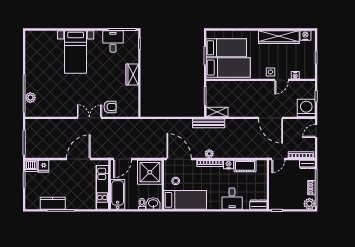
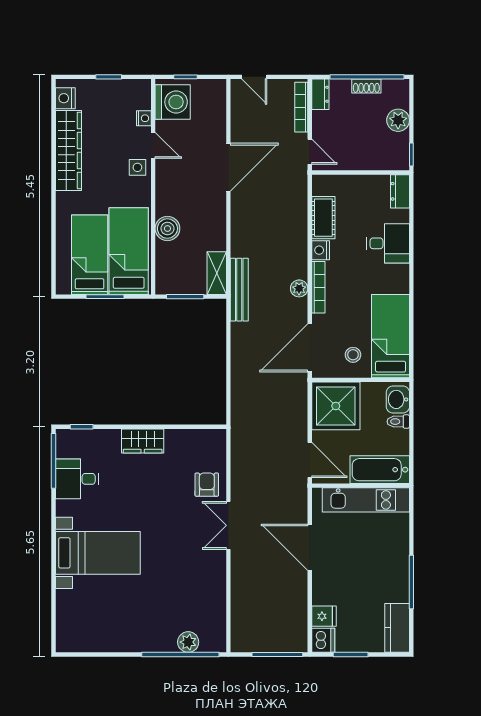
boiler: (240, 87) -> (167, 229), added
washing machine: (306, 108) -> (173, 102), moved, turned 180
kitchen counter: (53, 203) -> (397, 628), moved
plant: (309, 204) -> (398, 120), moved

